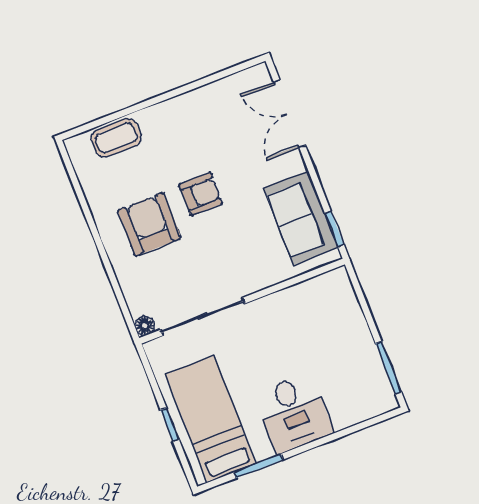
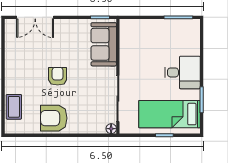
sofa: (301, 218) -> (104, 44), moved, turned 90
armchair: (149, 224) -> (54, 118), moved

